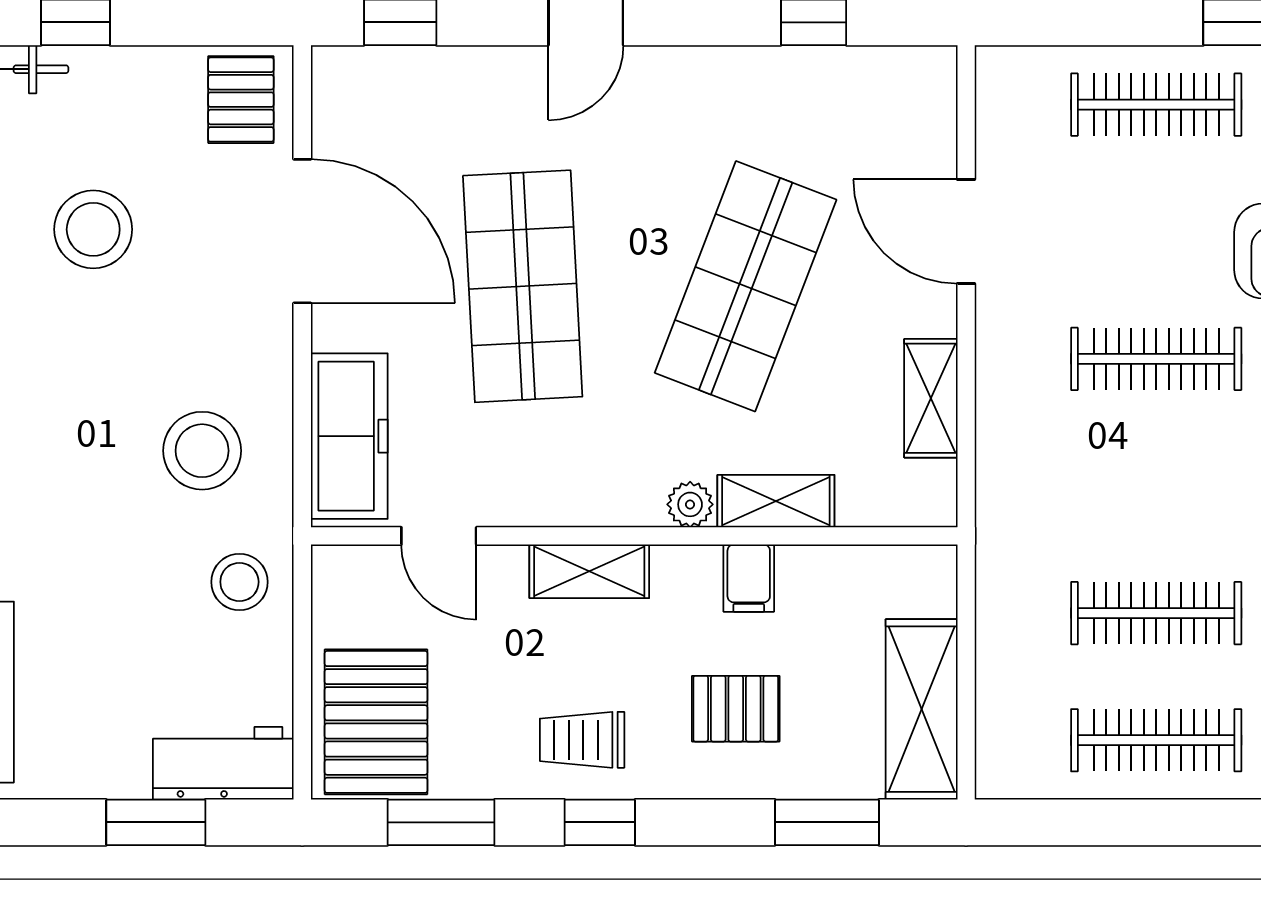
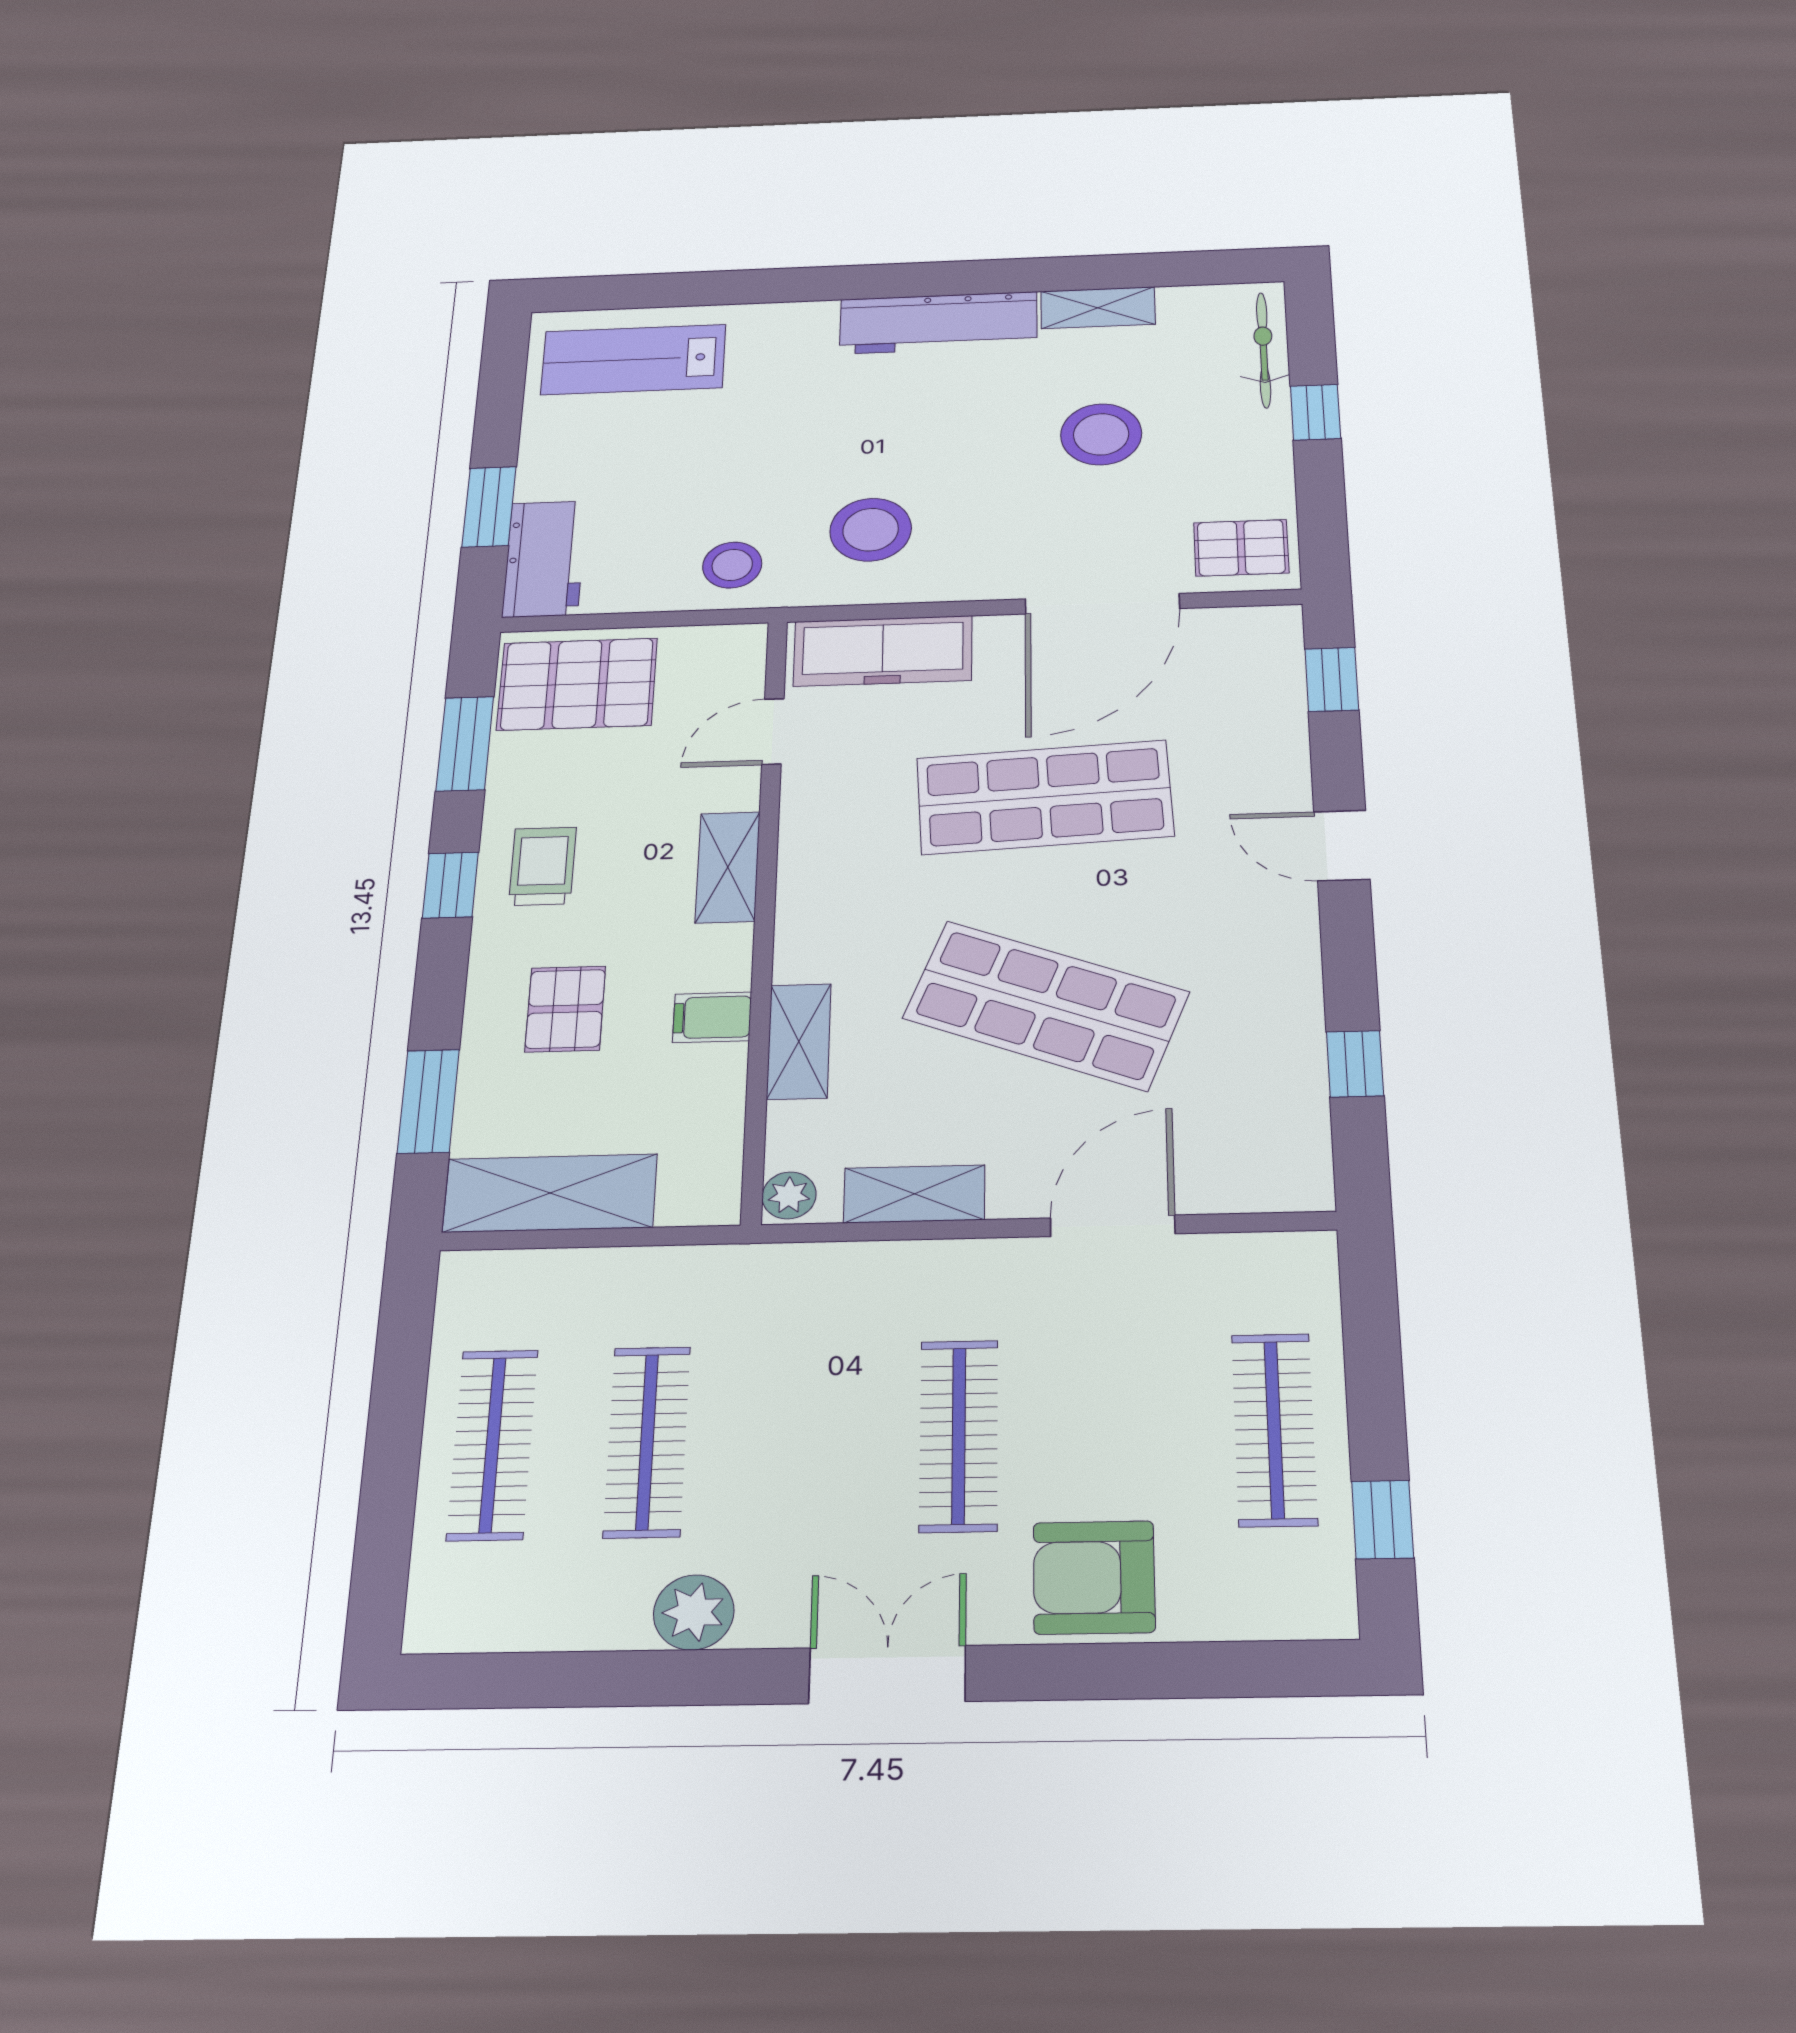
plant: (690, 504) -> (789, 1195), moved

